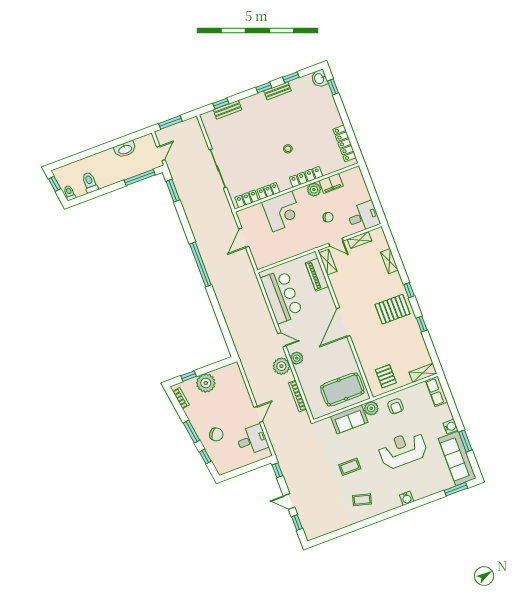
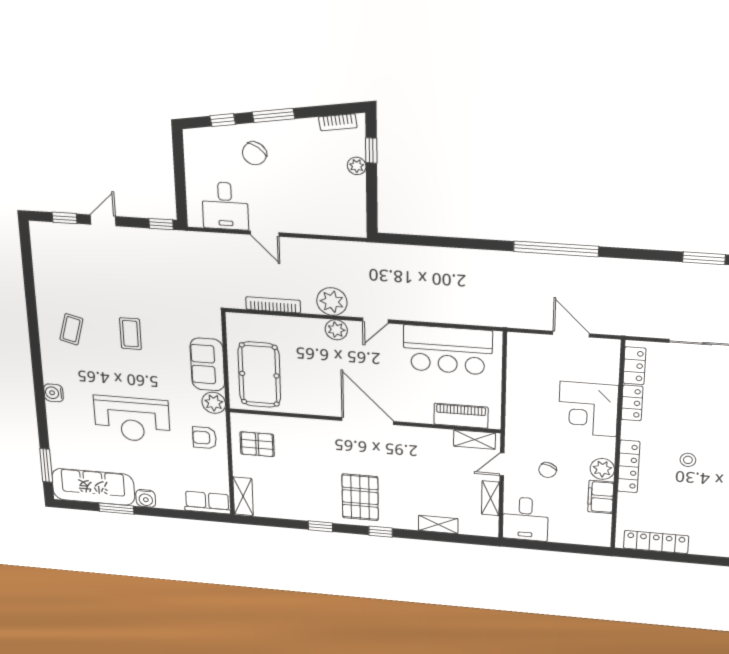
plant: (206, 383) -> (357, 166), width x0.53, depth x0.53
reception desk: (403, 450) -> (132, 419), turned 90

